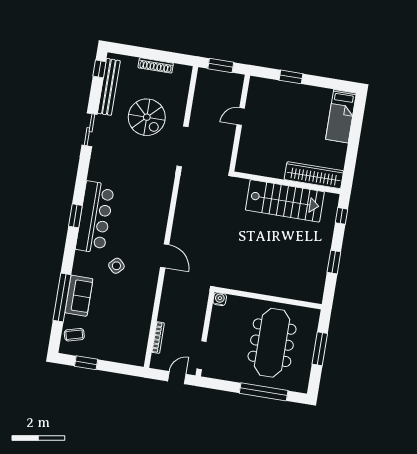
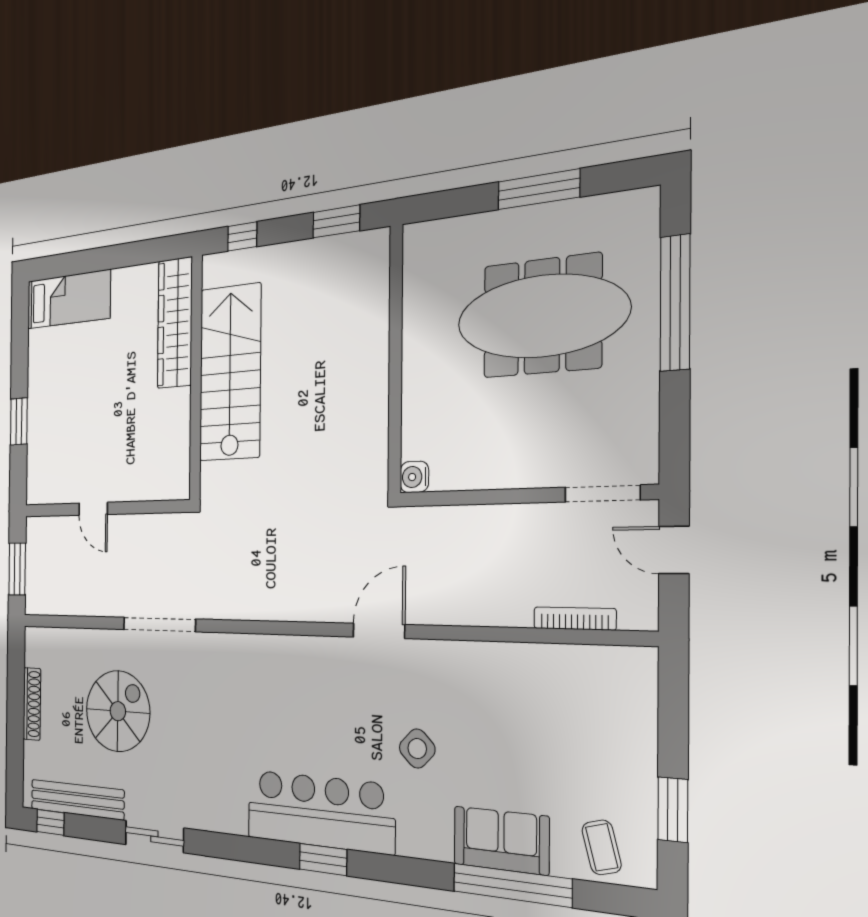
wall: (268, 298) -> (395, 359), moved
water cooler: (220, 299) -> (414, 477), moved

